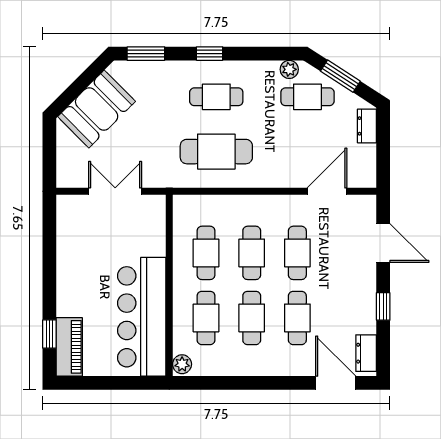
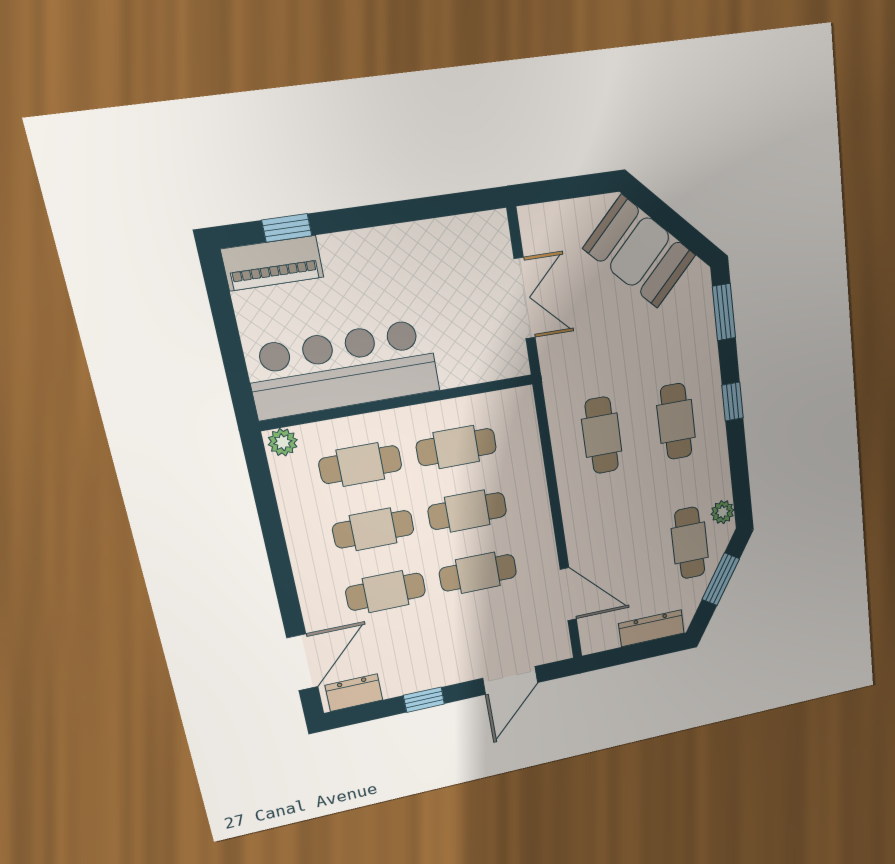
dresser: (367, 126) -> (651, 628), width x1.44
cafe table: (216, 152) -> (602, 435), width x0.73, depth x0.74

